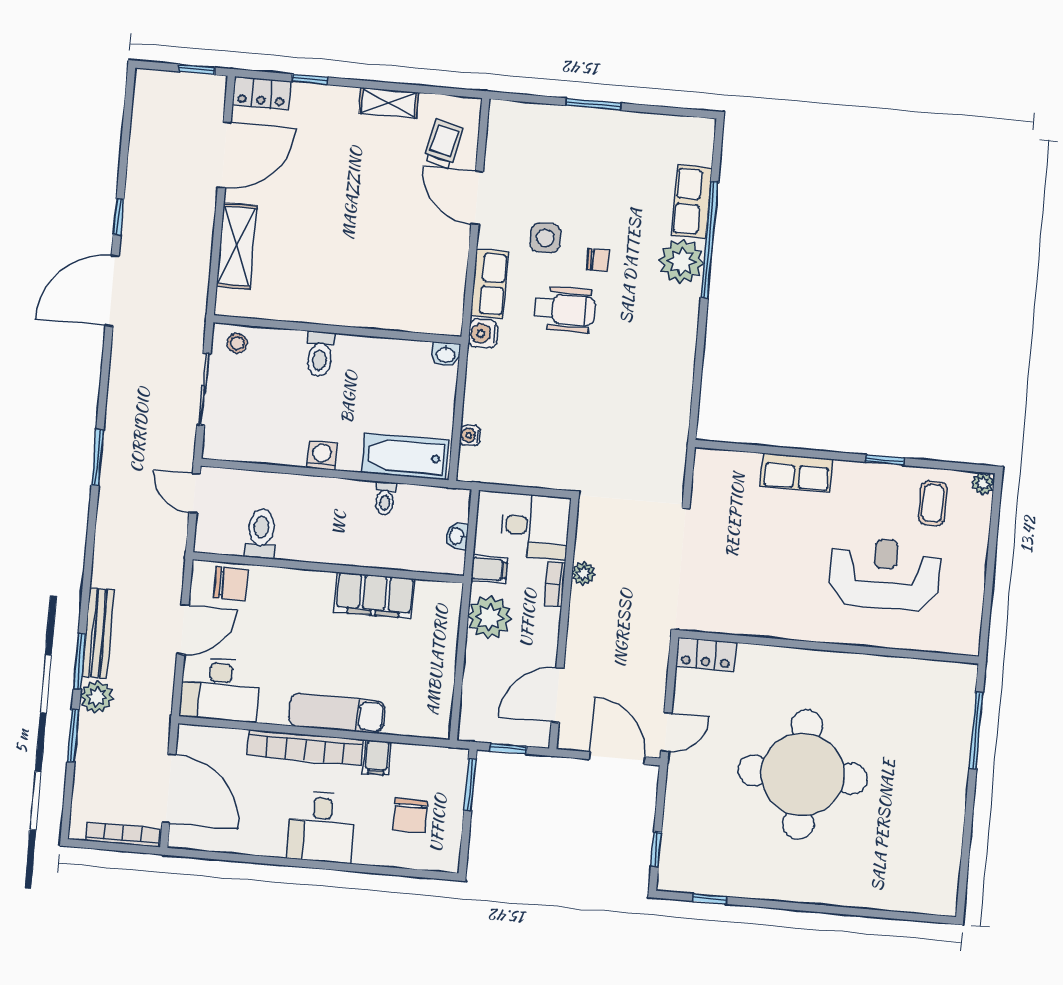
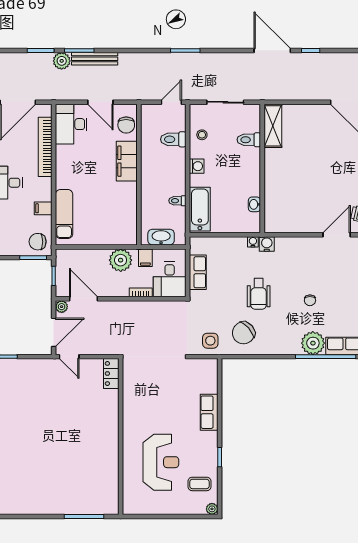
side table: (545, 238) -> (210, 341), moved
shelving: (237, 246) -> (273, 126), moved, turned 90
row of seats: (489, 284) -> (198, 272), moved, turned -90
wheelchair: (565, 309) -> (259, 294), moved
stool: (237, 343) -> (202, 135), moved
toilet: (320, 354) -> (249, 140), moved
washbasin: (446, 354) -> (254, 204), moved
chair: (650, 393) -> (244, 333), added
water cooler: (470, 435) -> (253, 242), moved
toilet: (261, 534) -> (173, 139), moved, turned 180
washbasin: (457, 536) -> (161, 237), width x1.91, depth x1.45
plant: (583, 573) -> (62, 307), moved
filing cabinet: (374, 595) -> (127, 161), moved
exam couch: (337, 713) -> (64, 214), moved
bookcase: (305, 747) -> (45, 147), moved
round table: (803, 774) -> (54, 429), removed
chair: (410, 816) -> (38, 242), moved

